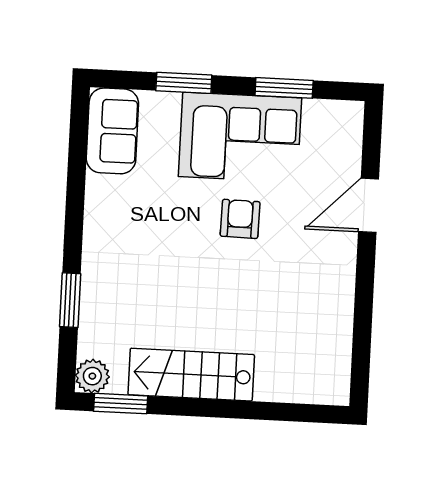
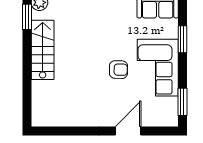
window: (284, 88) -> (182, 102), moved
door: (369, 205) -> (128, 131), hinge flipped

